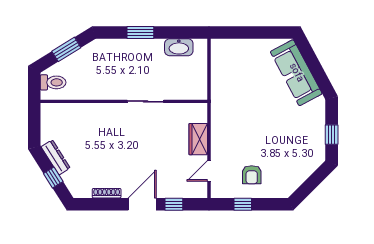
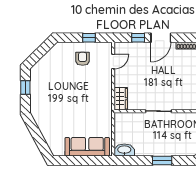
washbasin: (179, 47) -> (124, 150), moved
sofa: (296, 73) -> (87, 147), moved, turned -62
wardrobe: (198, 139) -> (121, 99), moved

